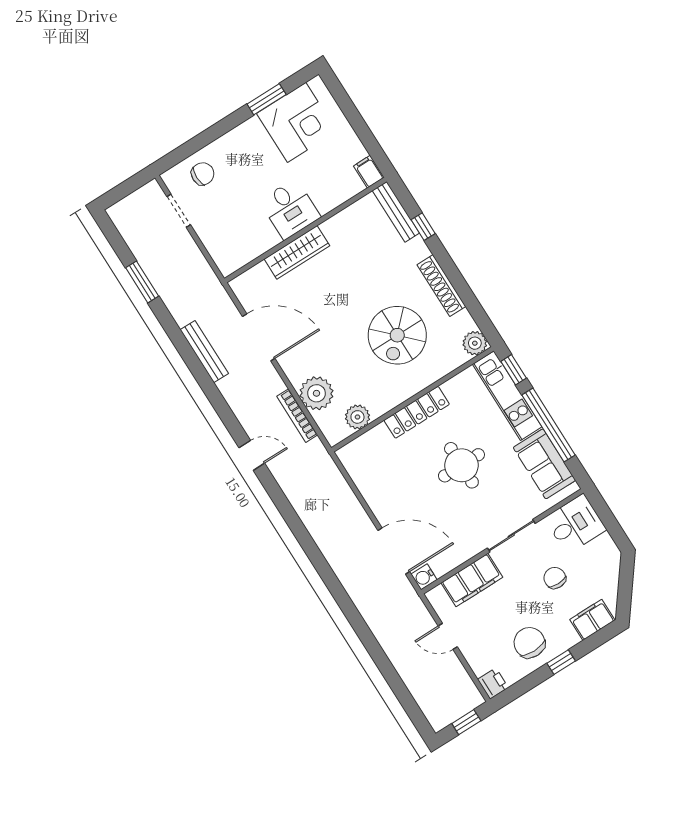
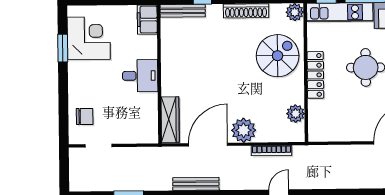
filing cabinet: (369, 172) -> (147, 20), width x2.00
chair: (203, 174) -> (85, 117), turned 90
wardrobe: (297, 252) -> (170, 120), moved
spiral stairs: (397, 335) -> (278, 56), moved, turned -90
plant: (317, 393) -> (244, 130), moved

